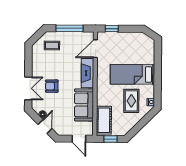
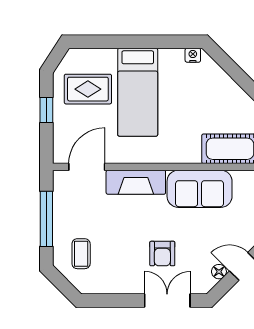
window: (112, 29) -> (46, 110), moved
door: (95, 49) -> (87, 167), swing flipped
rug: (131, 101) -> (88, 89), moved

